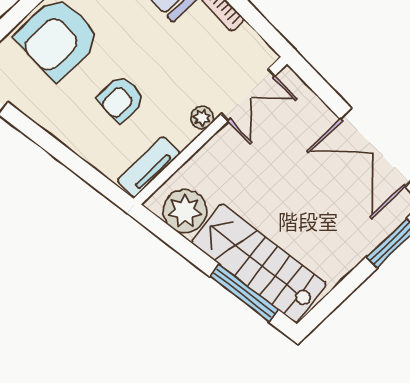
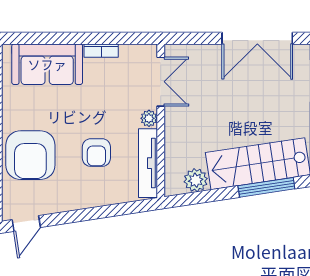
tv unit: (149, 167) -> (148, 163), width x1.41
plant: (185, 211) -> (196, 180), width x0.73, depth x0.73

